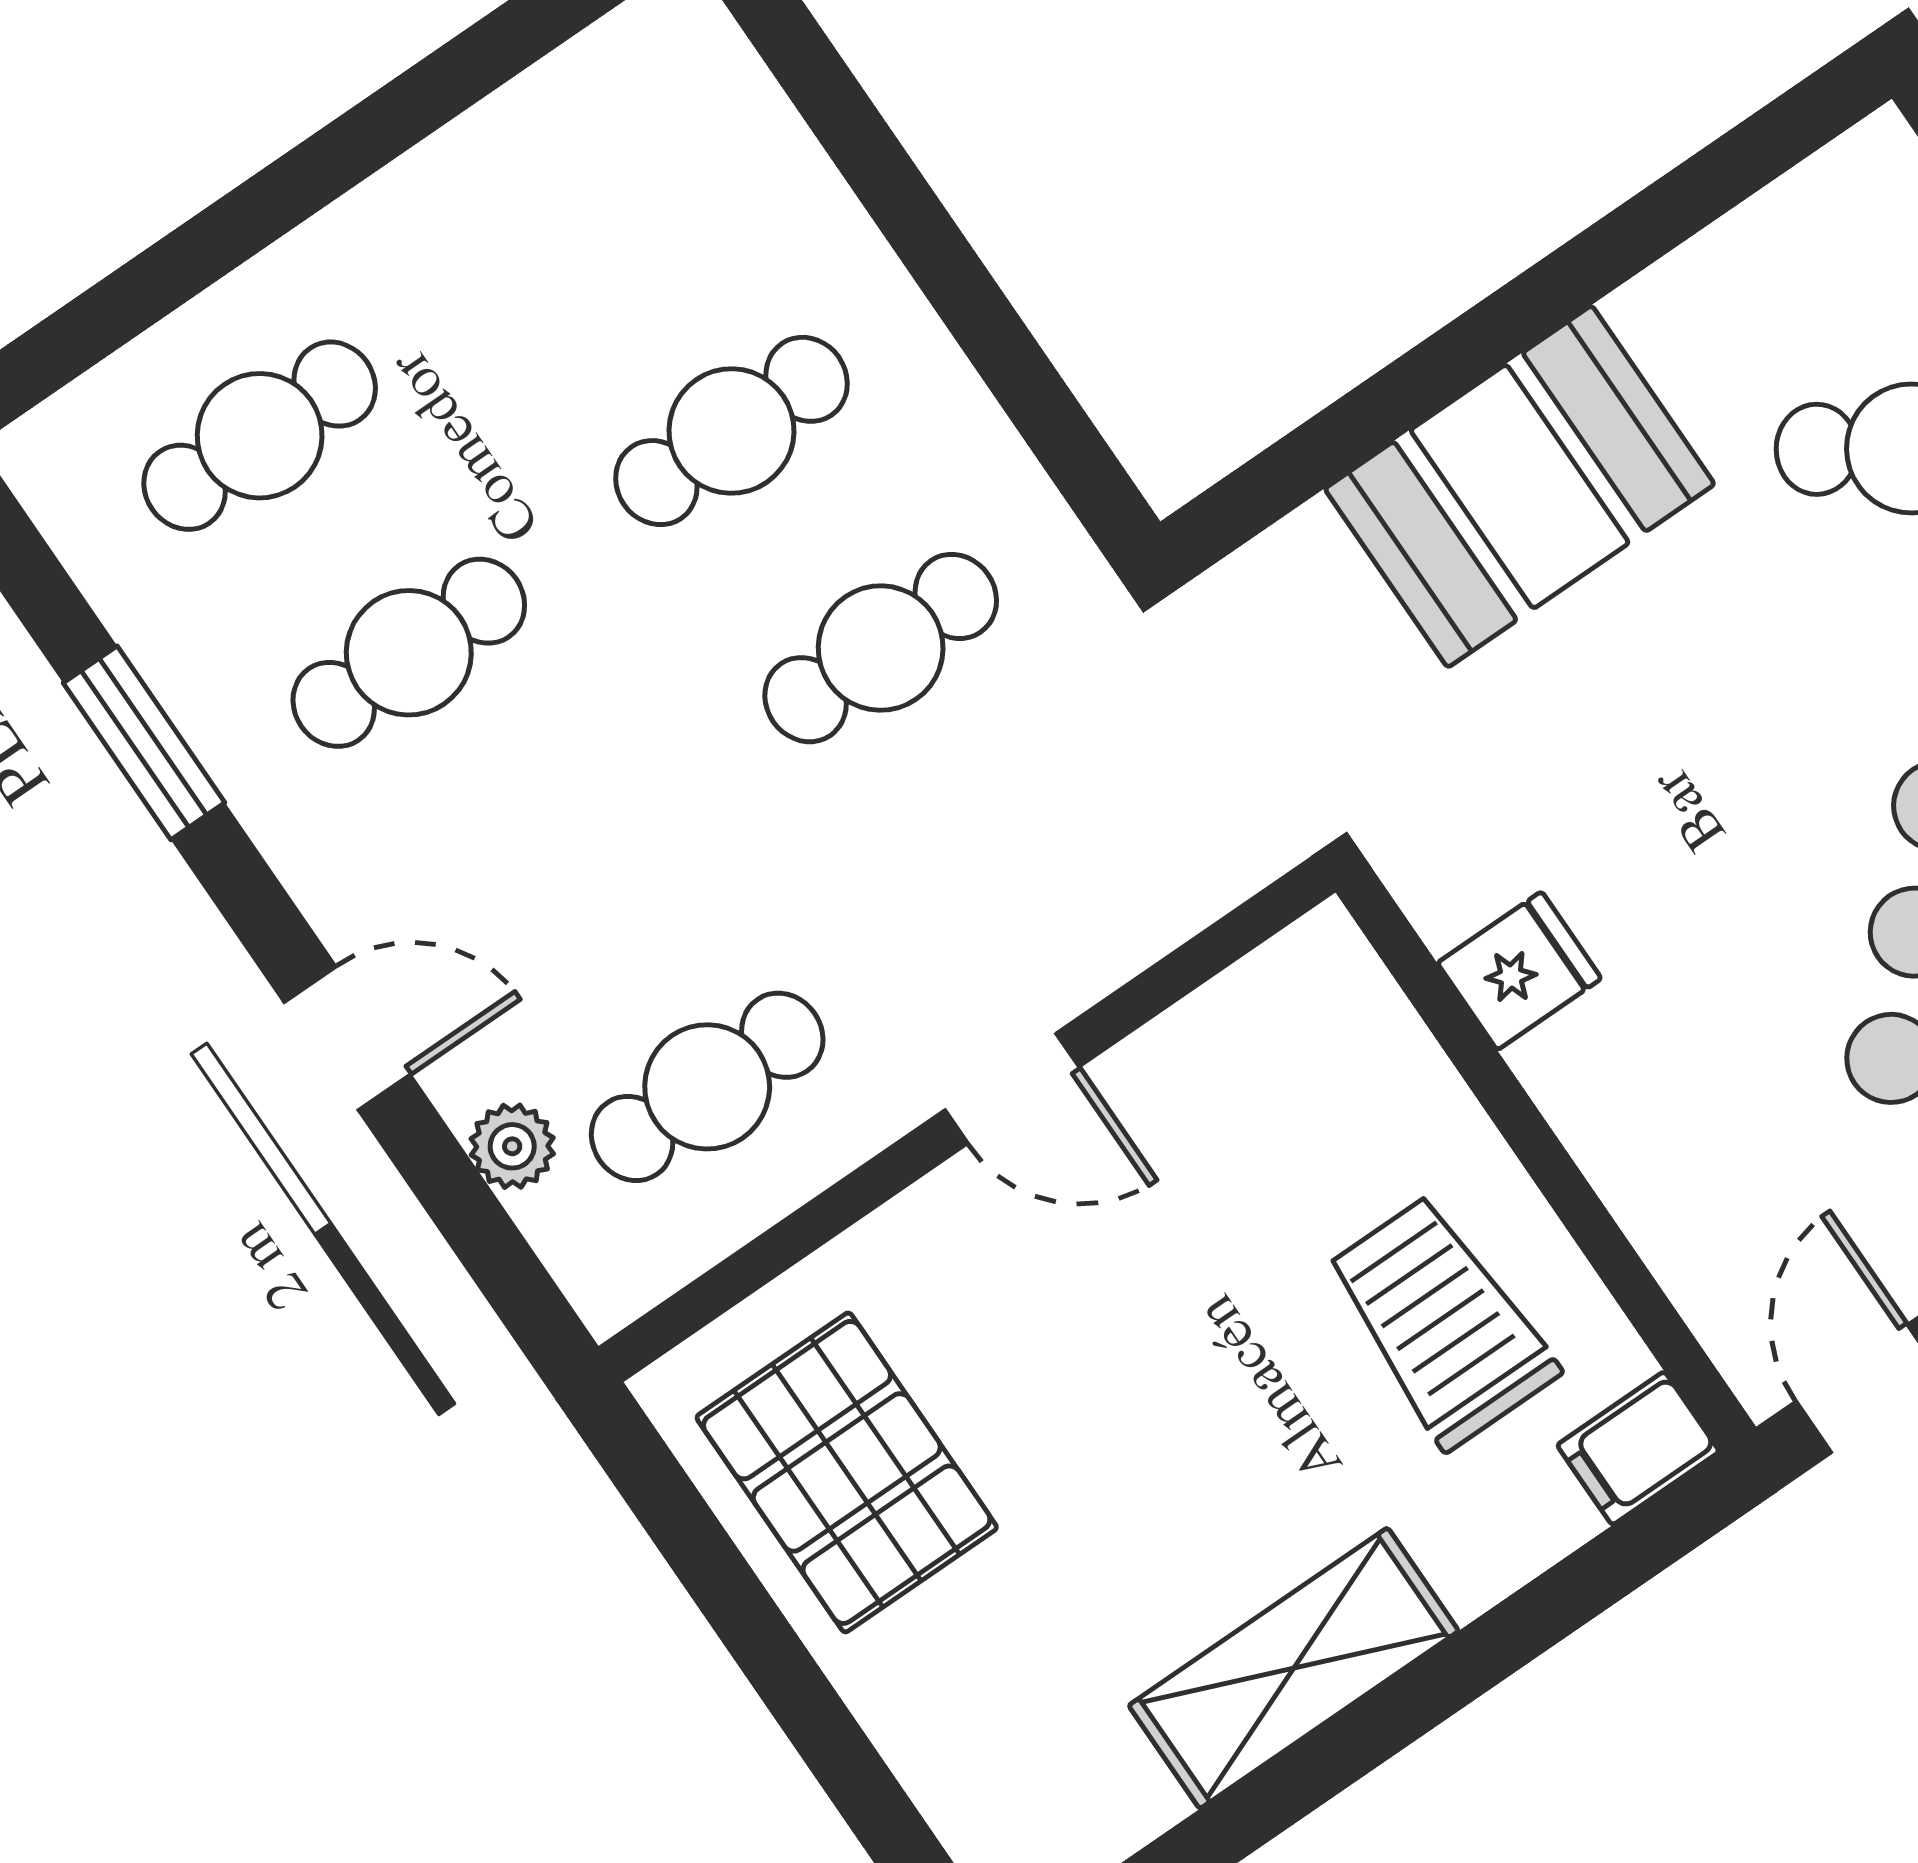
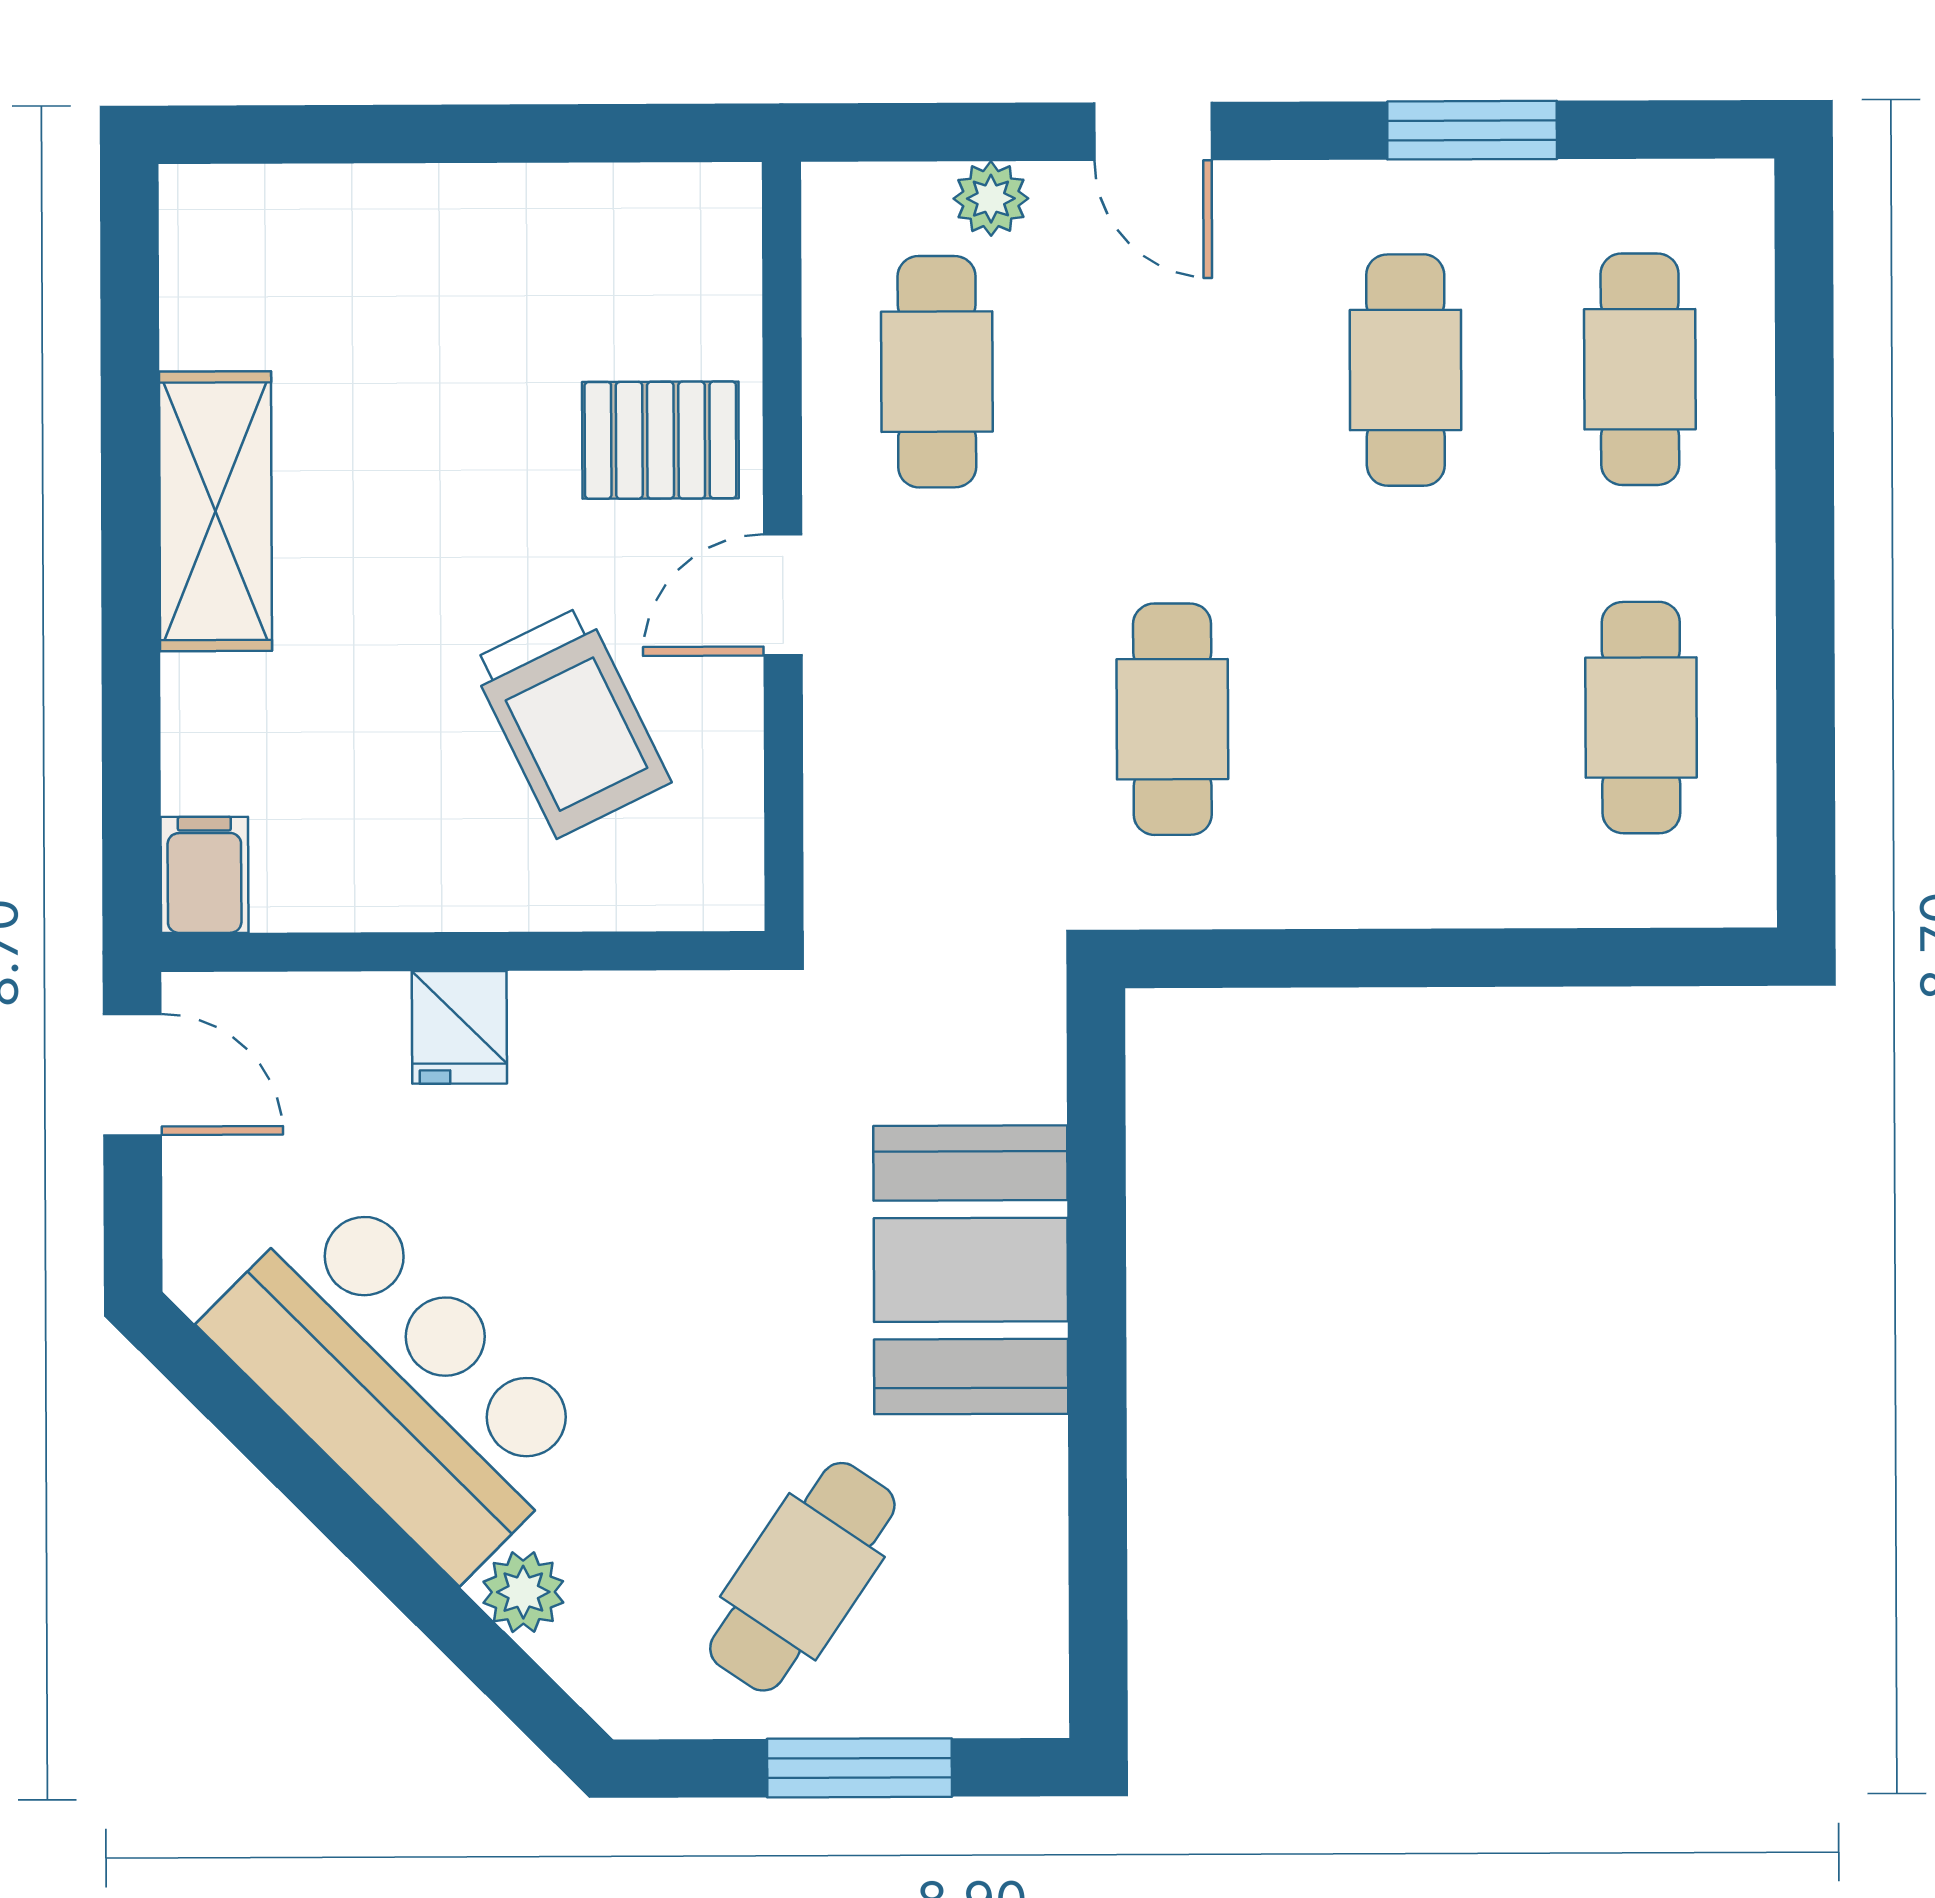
cafe table: (731, 431) -> (1641, 718), moved
fridge: (1519, 971) -> (459, 1027), moved
door: (347, 1038) -> (1153, 131), hinge flipped
trolley: (1441, 1321) -> (570, 722), moved, turned 64
pallet: (847, 1472) -> (660, 440), moved, width x0.67, depth x0.71

